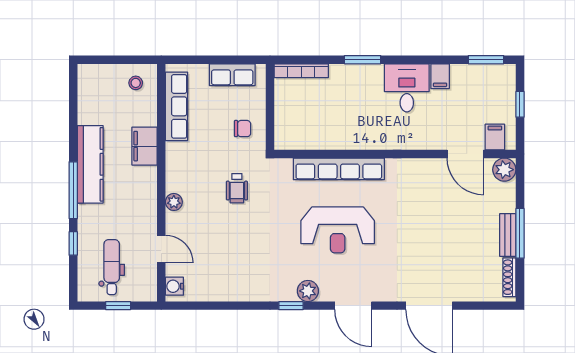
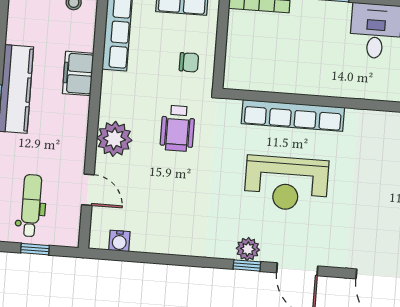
wheelchair: (237, 188) -> (178, 128), width x1.36, depth x1.37
plant: (174, 202) -> (114, 139), width x1.88, depth x1.88
water cooler: (174, 286) -> (119, 241), moved, turned -90
window: (291, 306) -> (247, 265), moved

